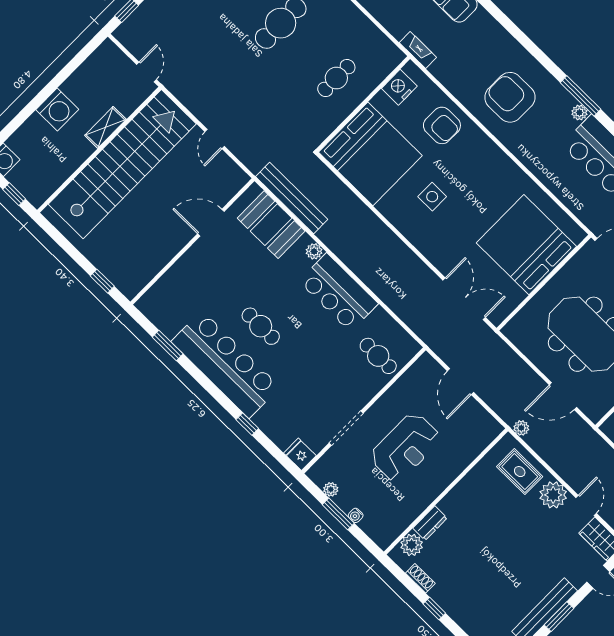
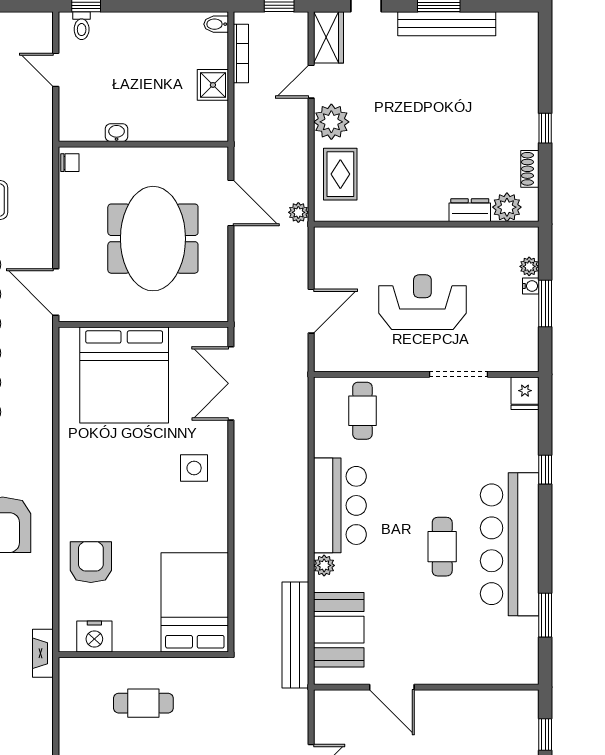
bed: (370, 154) -> (195, 602), width x0.73
side table: (432, 197) -> (194, 468), moved
plant: (331, 489) -> (529, 266), moved

